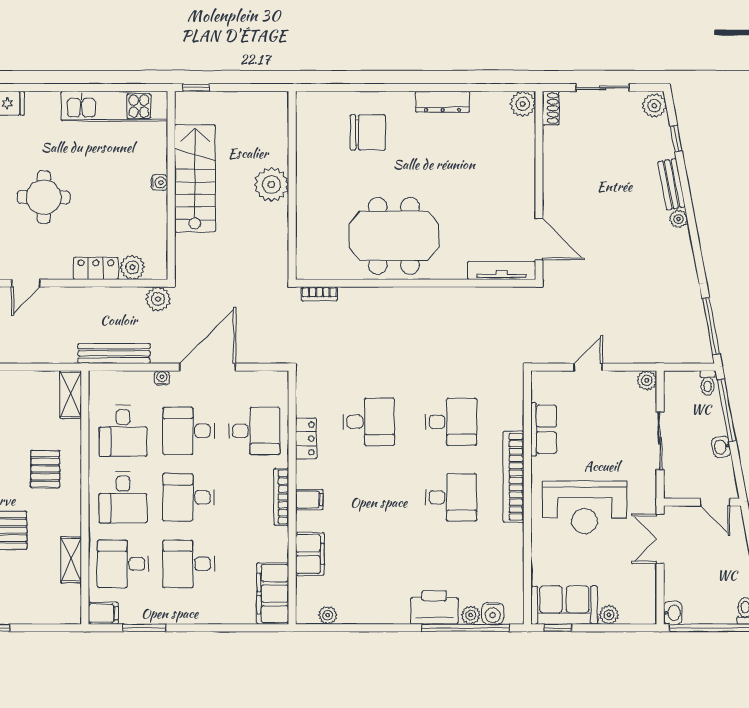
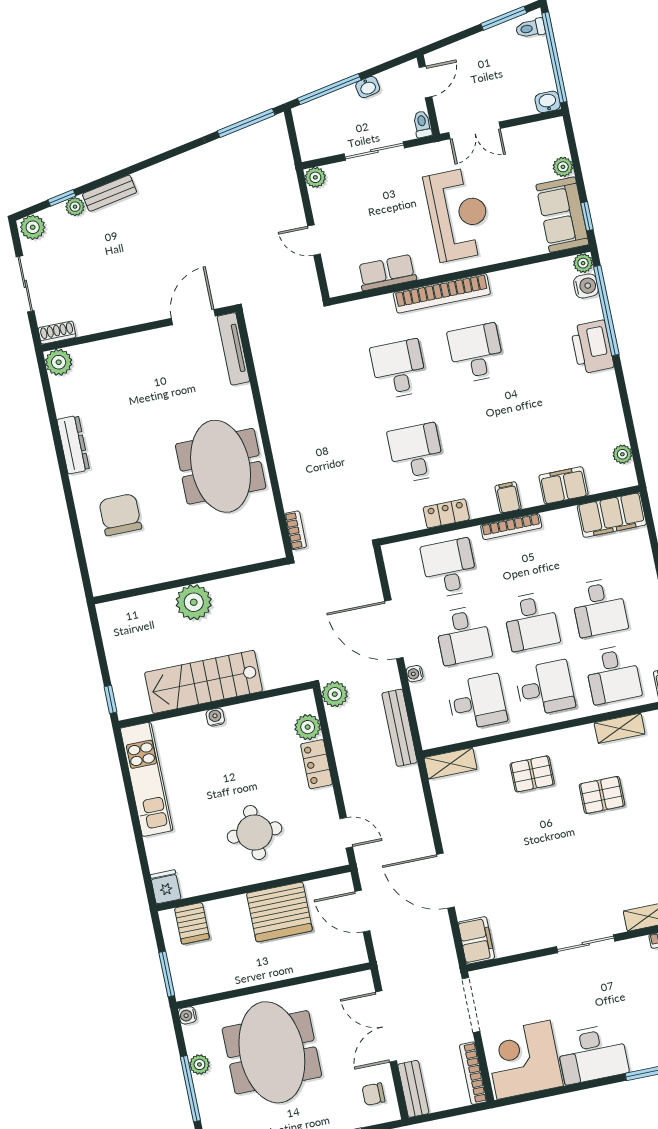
plant: (678, 219) -> (75, 207), moved
toilet: (708, 383) -> (422, 124), moved, turned -90
plant: (471, 615) -> (583, 263), moved

